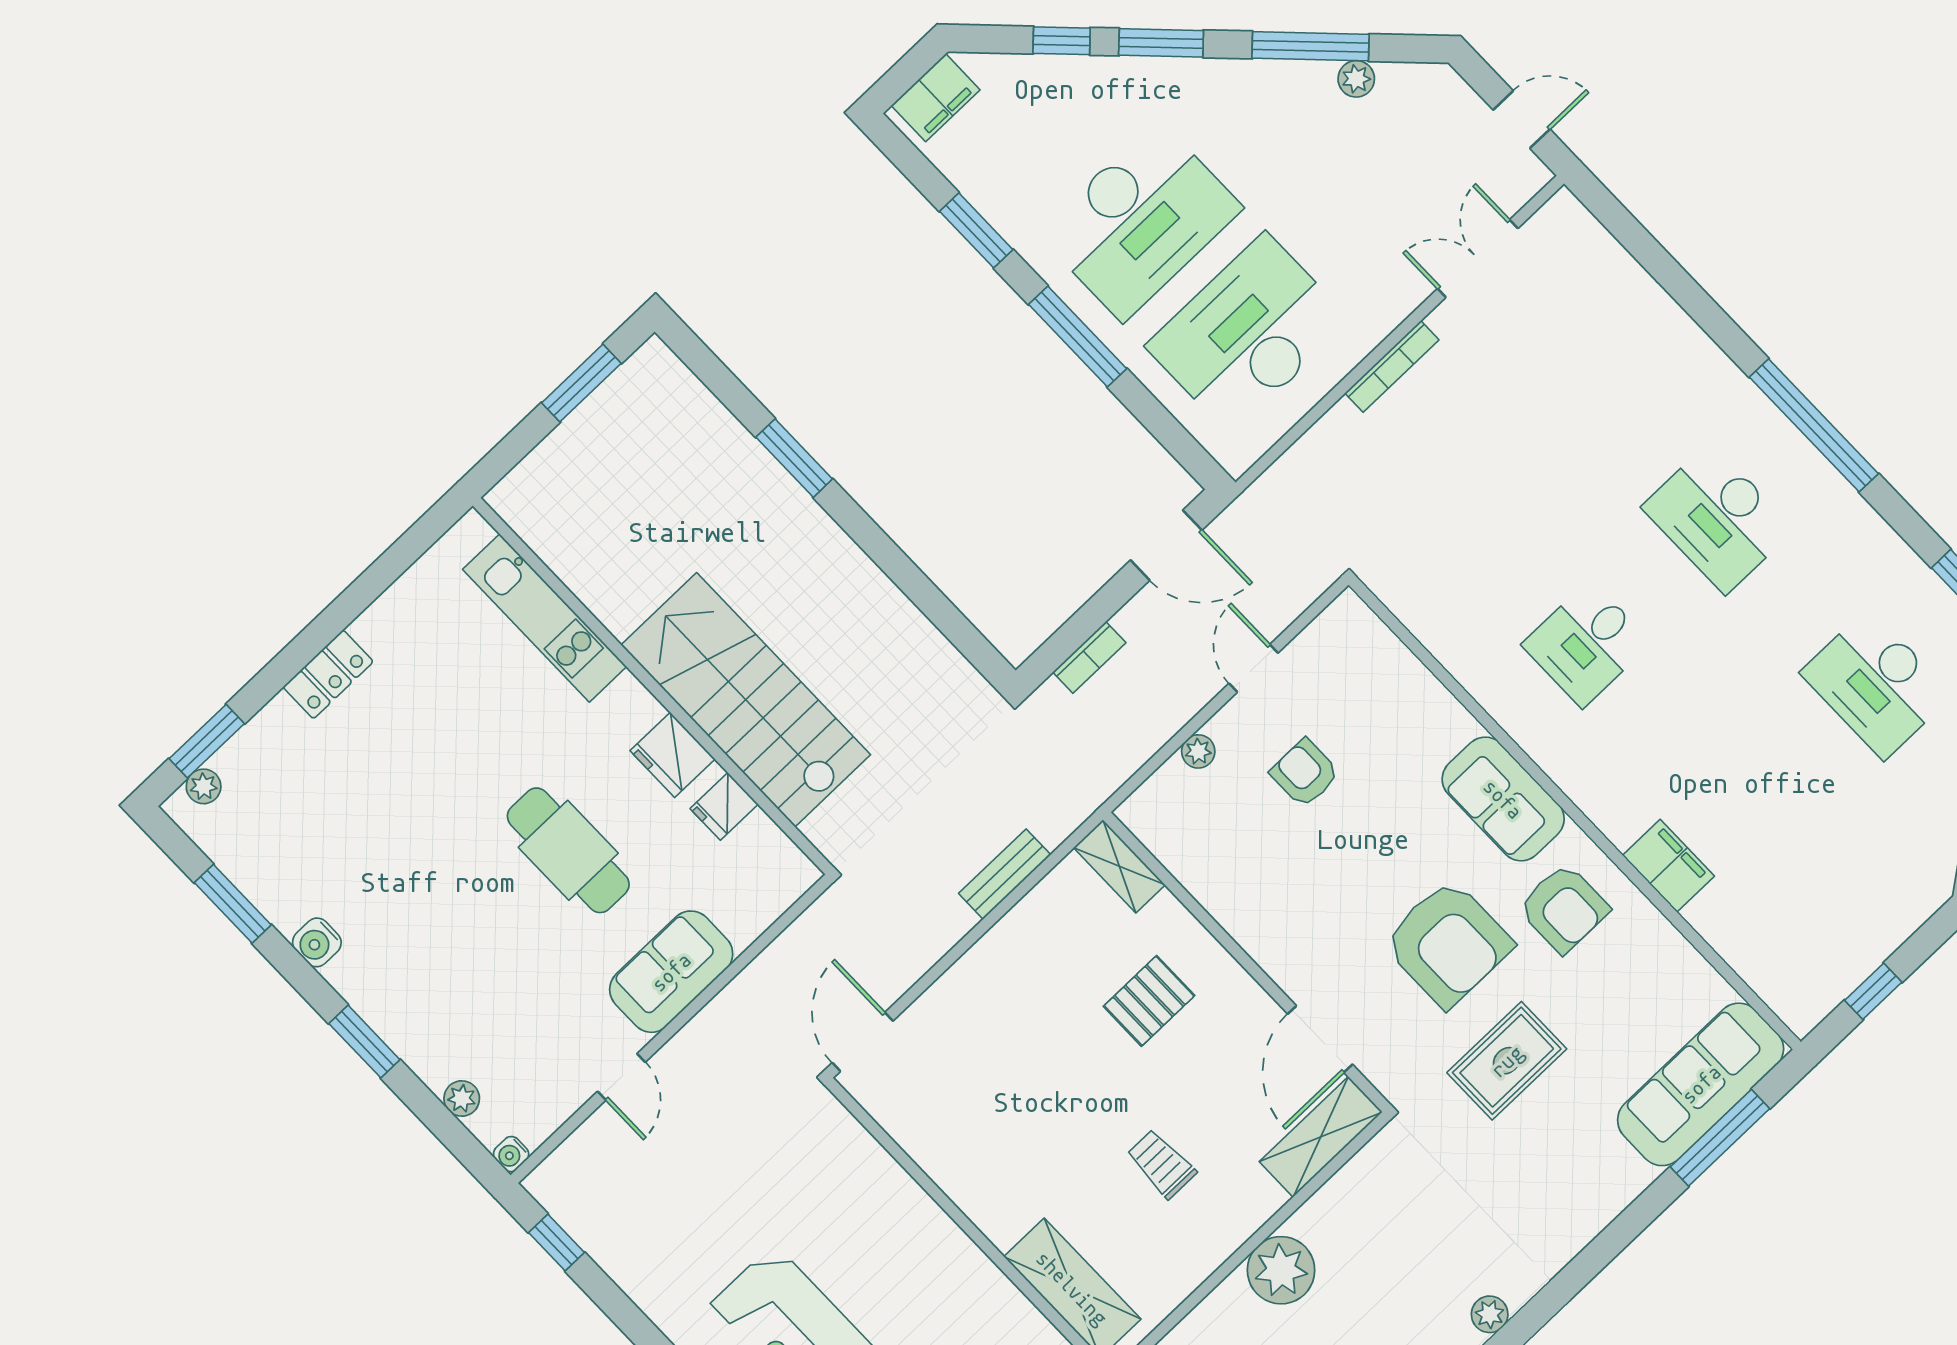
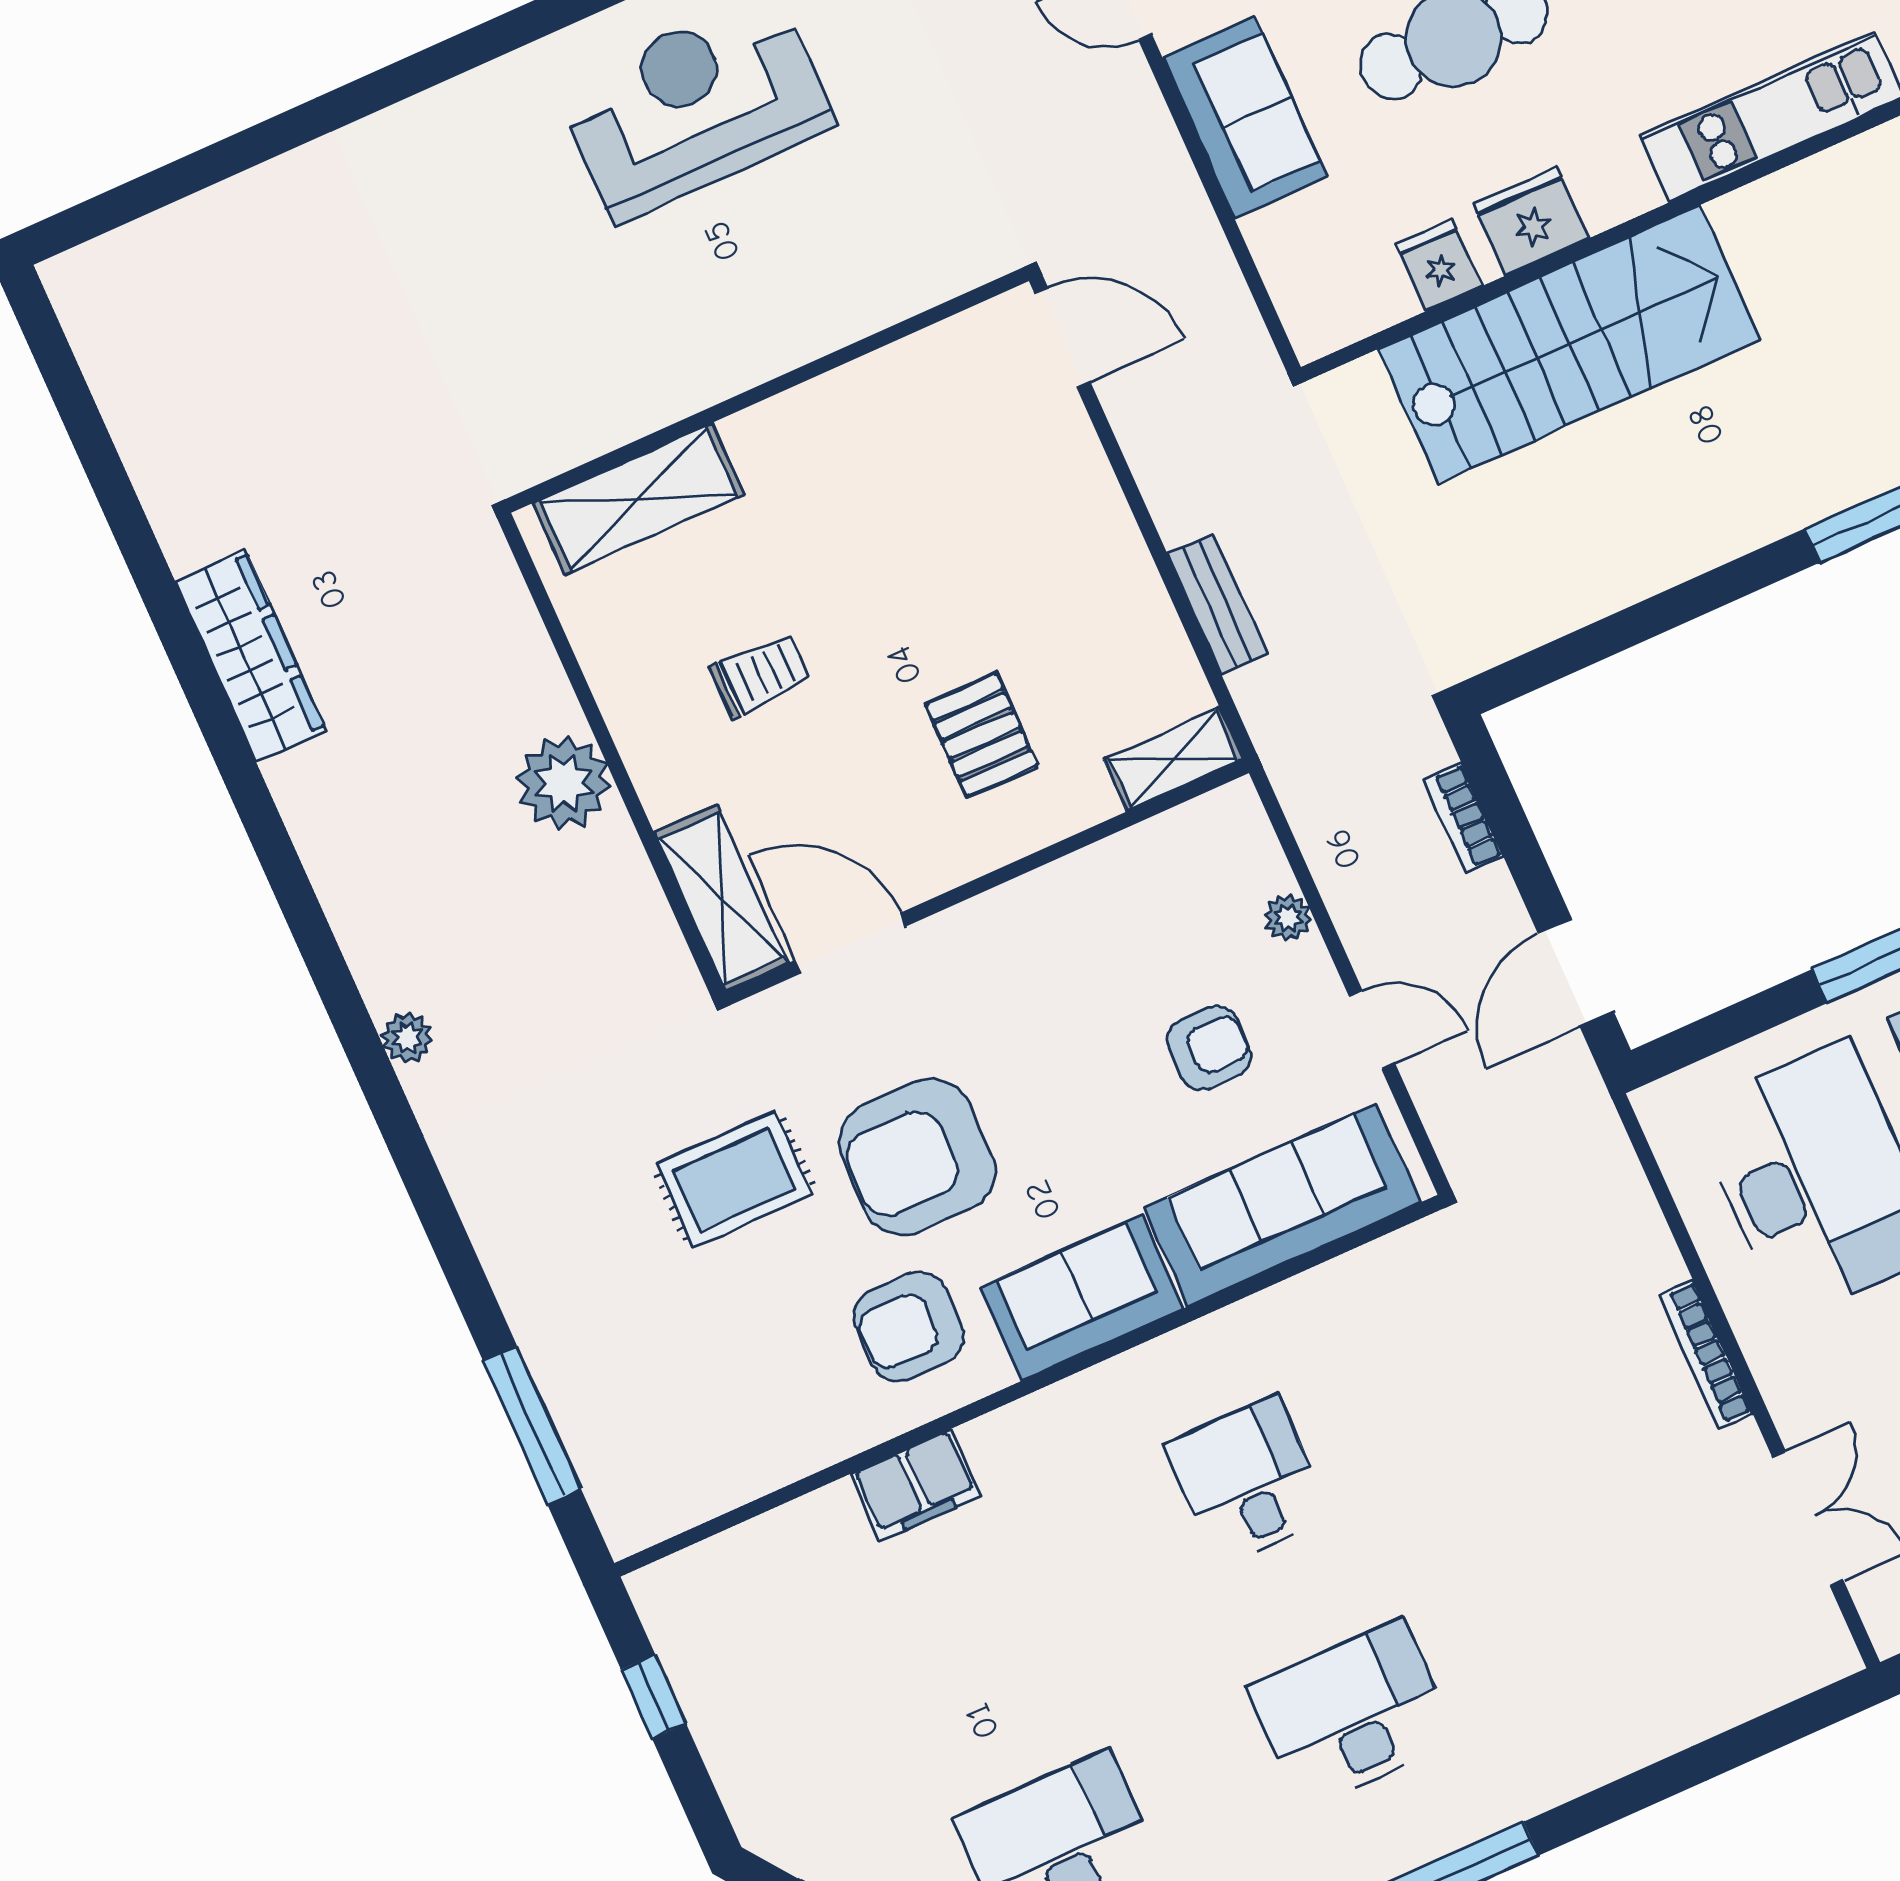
rug: (1507, 1061) -> (734, 1180), turned 90
sofa: (1701, 1084) -> (1283, 1205), moved, turned -90

